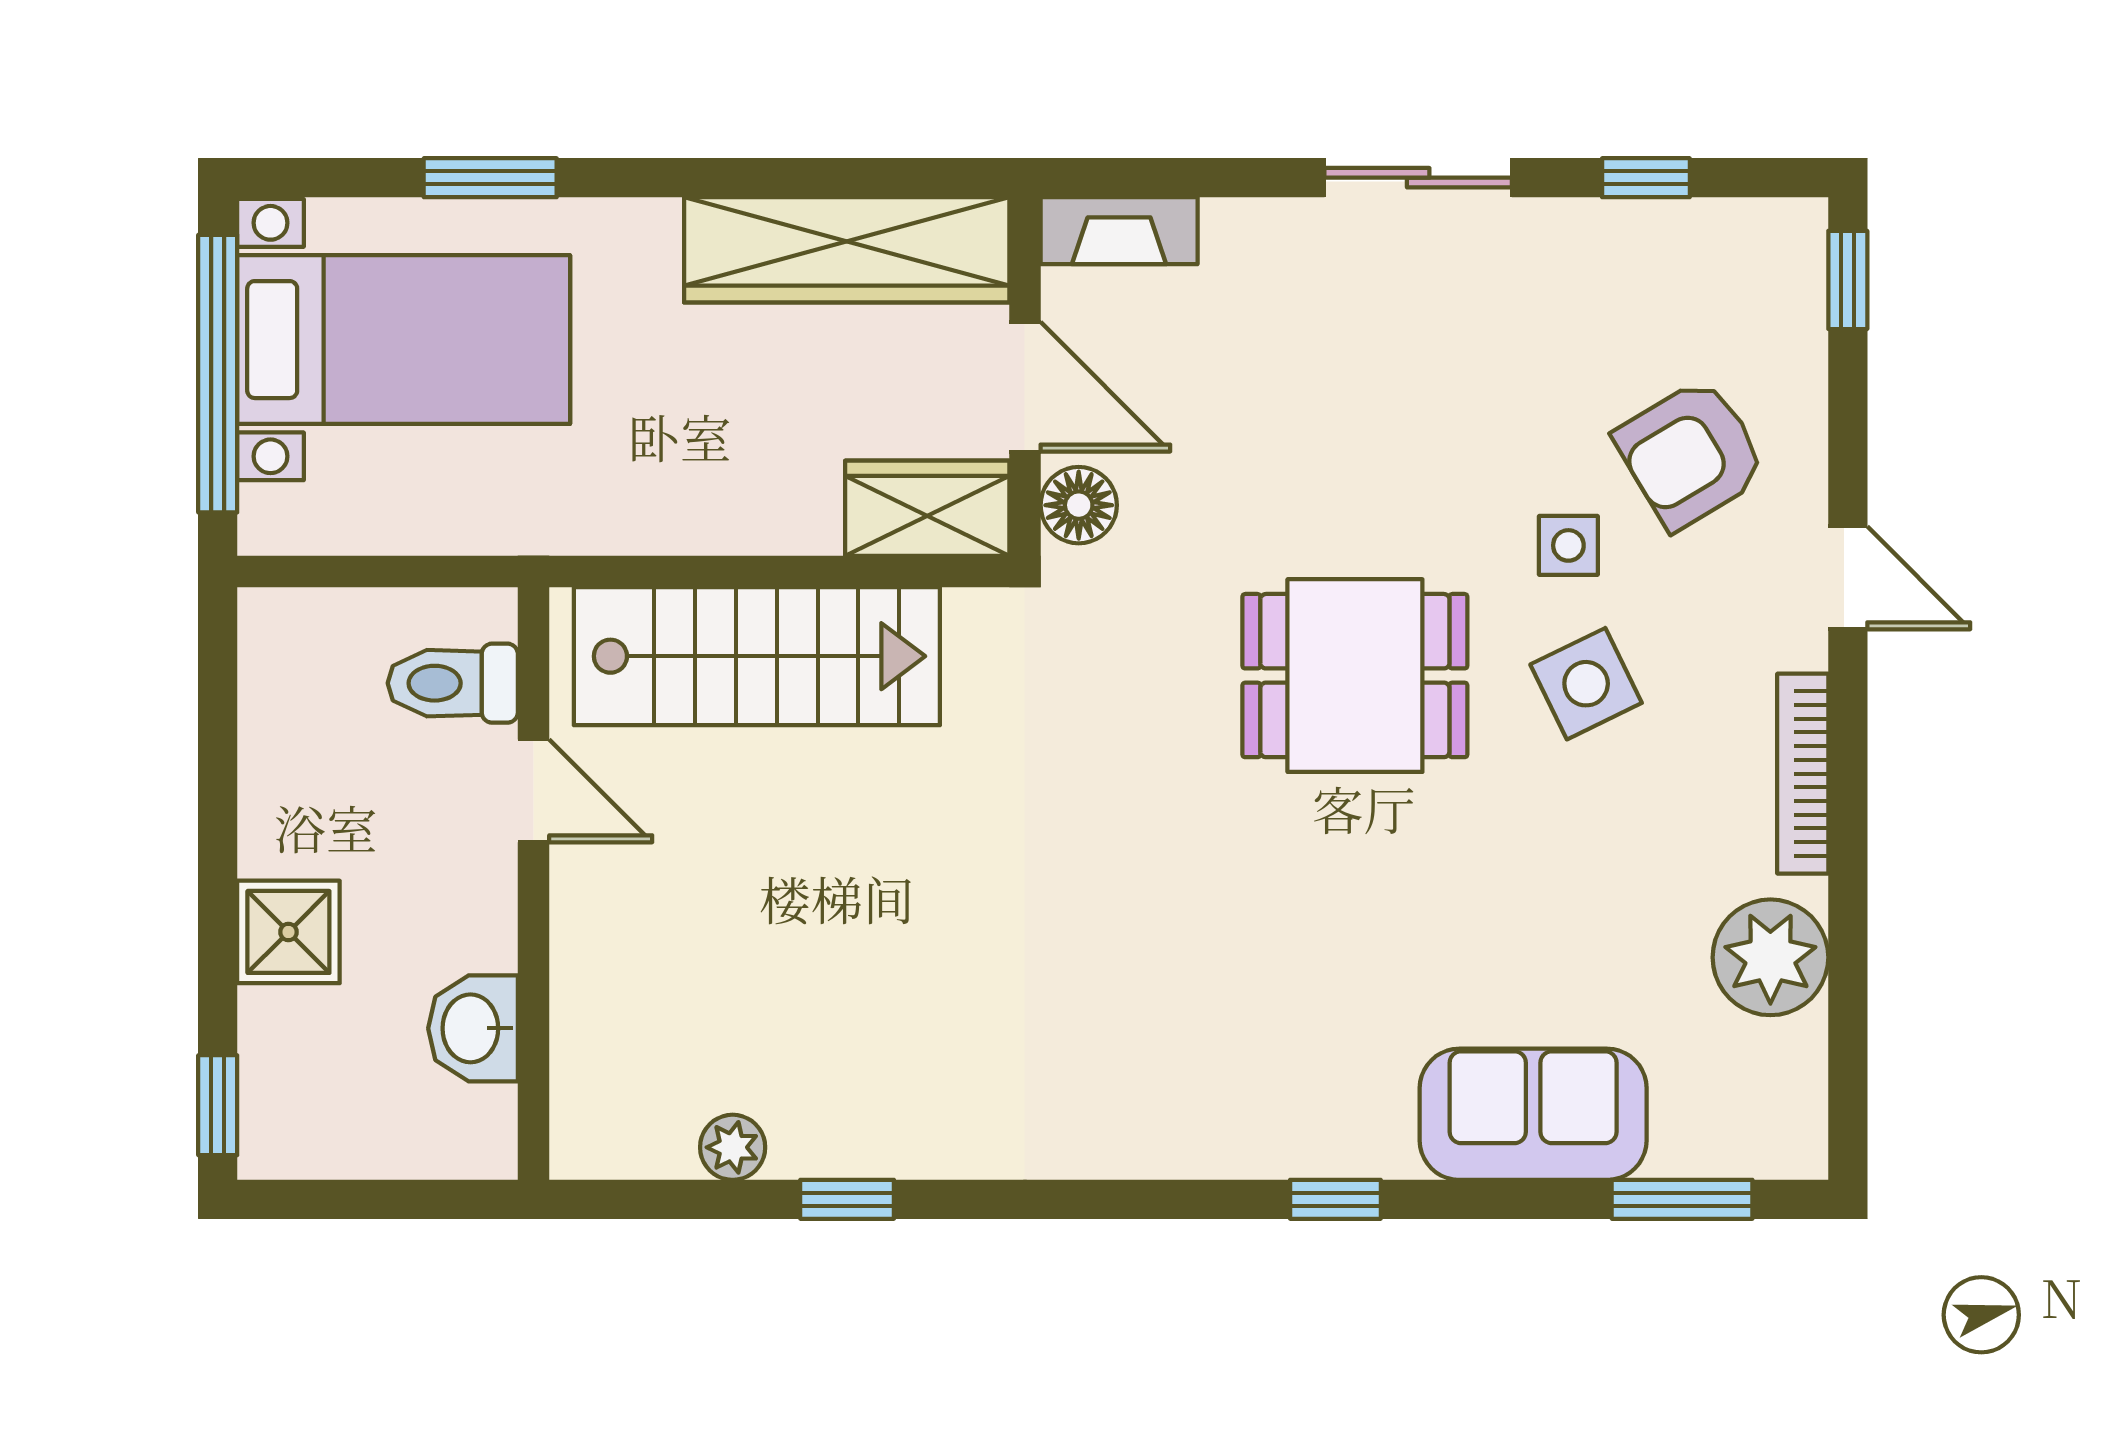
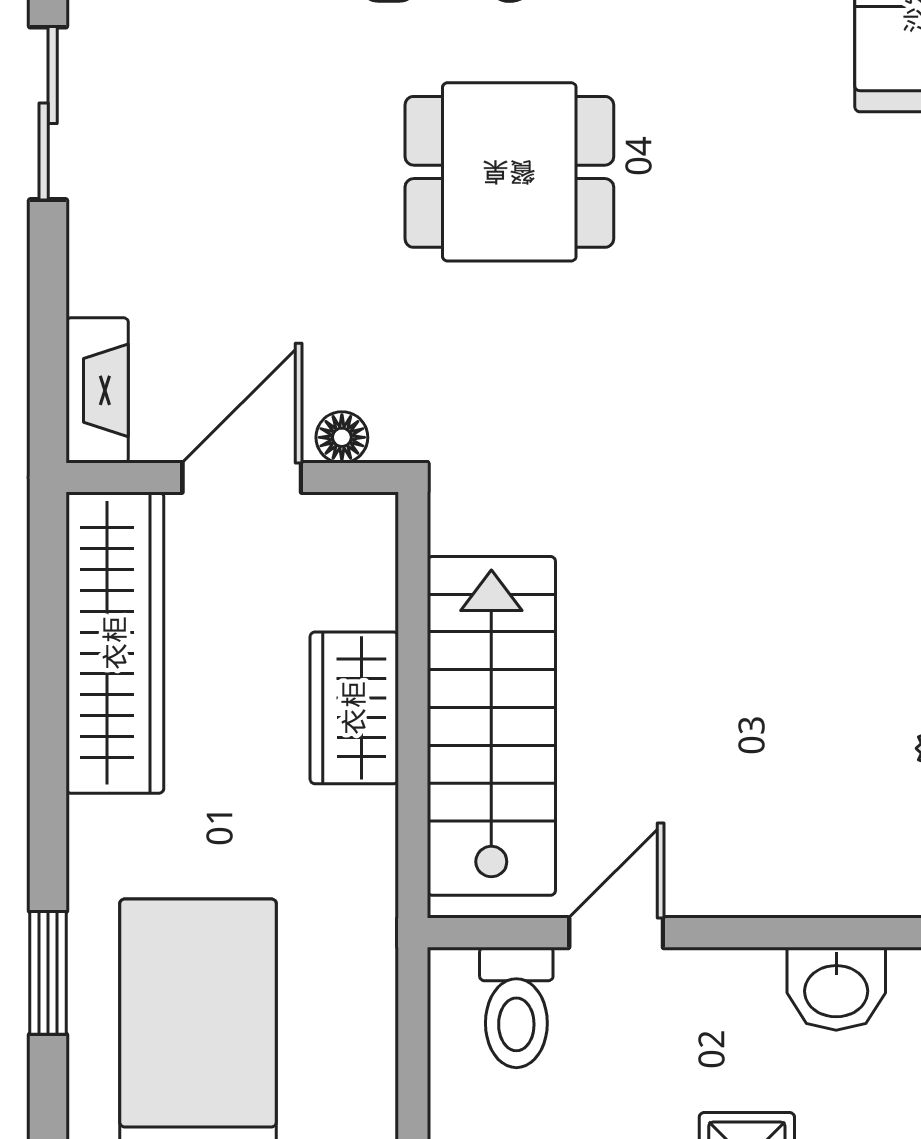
floor lamp: (1079, 505) -> (342, 437), width x0.73, depth x0.73
wardrobe: (927, 508) -> (354, 708), moved
dining table: (1355, 676) -> (509, 172), turned 90

